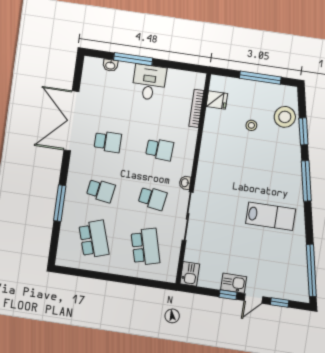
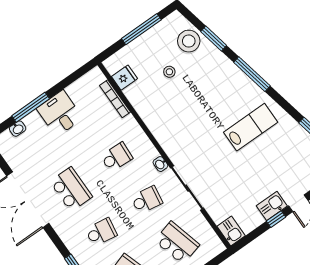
school desk: (108, 142) -> (71, 189), width x1.85

